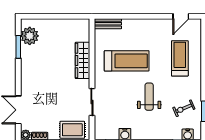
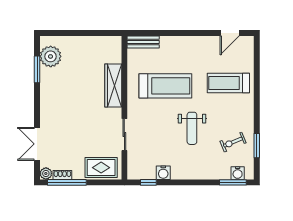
treadmill: (180, 58) -> (228, 83), turned -90
weight bench: (149, 97) -> (192, 128), turned 180

